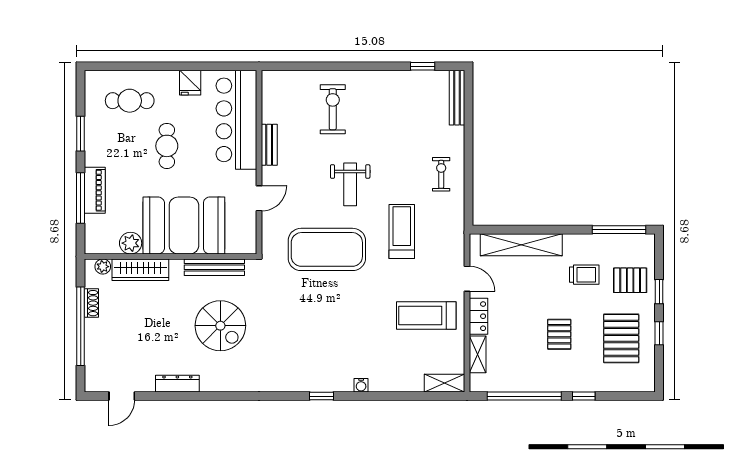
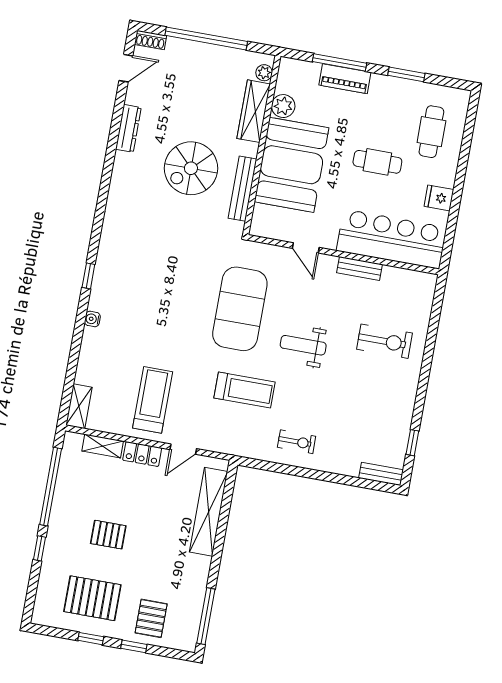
bench: (457, 98) -> (381, 474), width x0.73
trolley: (584, 275) -> (166, 572), removed
shoe rack: (91, 303) -> (151, 40), moved
spiral stairs: (220, 326) -> (191, 168), moved
door: (122, 396) -> (126, 68), swing flipped

